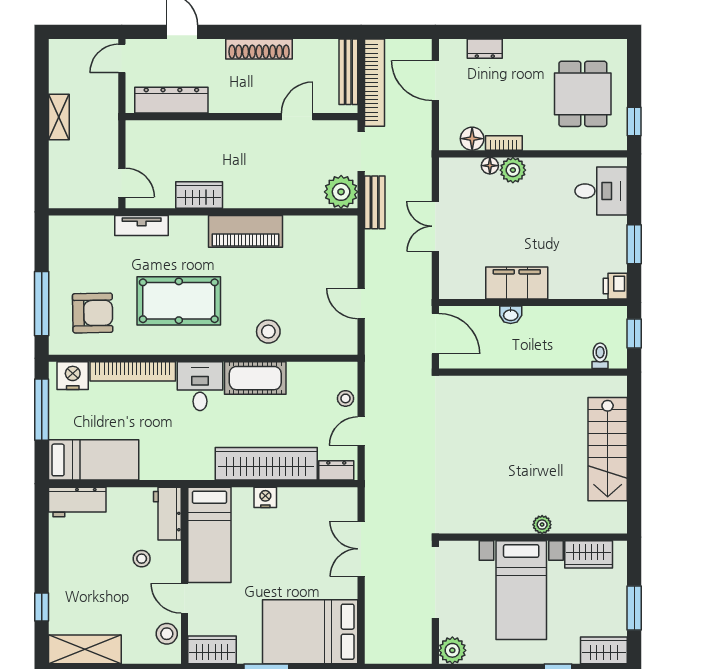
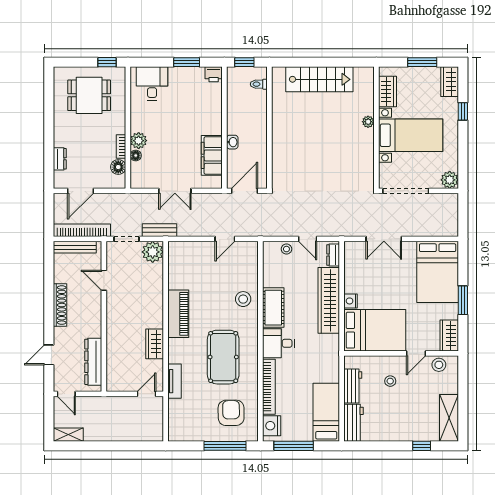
shelving: (59, 117) -> (68, 435), moved
filing cabinet: (517, 283) -> (212, 155), moved
workbench: (167, 514) -> (353, 386), moved, turned -90
bed: (209, 535) -> (375, 330), width x1.50

